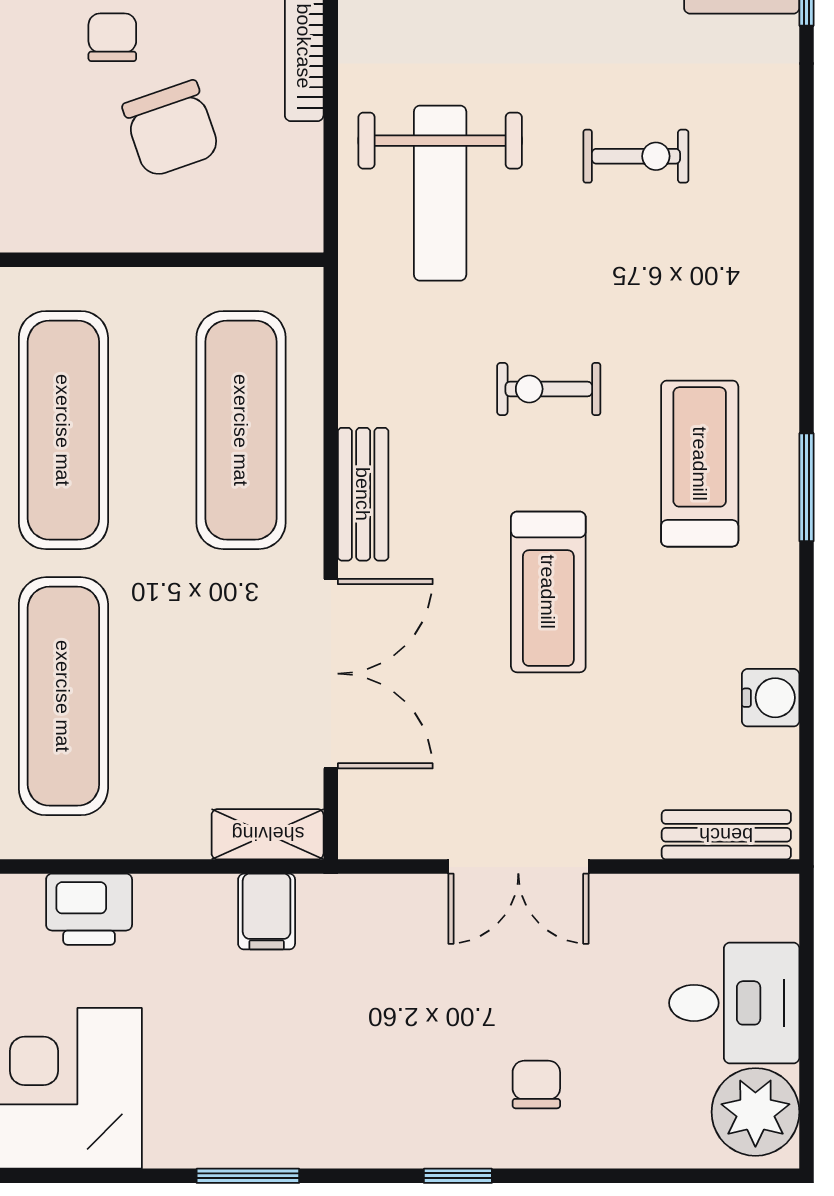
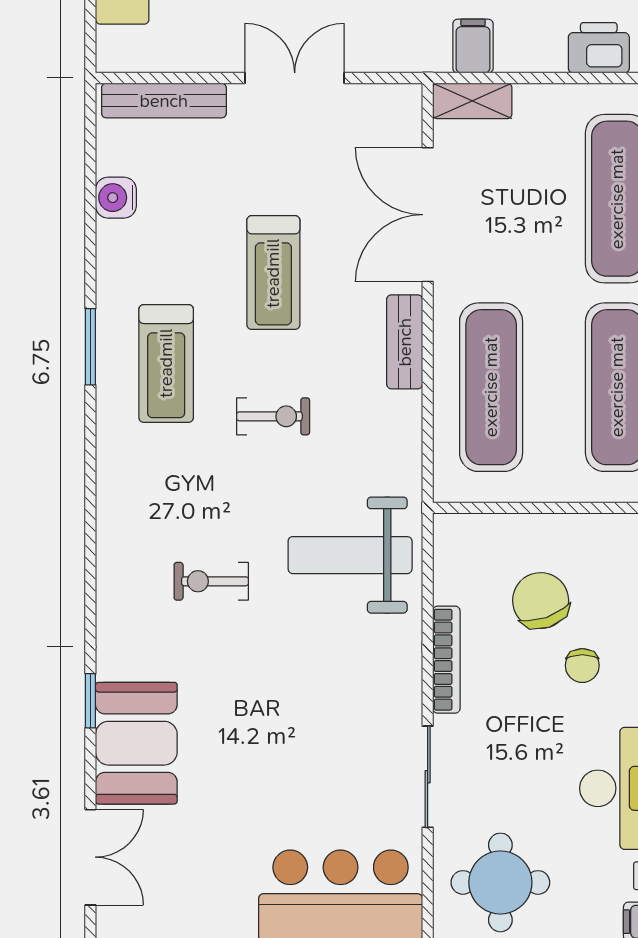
weight bench: (440, 193) -> (350, 555), turned -90
treadmill: (548, 592) -> (273, 273), turned 180
bench: (726, 835) -> (164, 101), width x1.36

